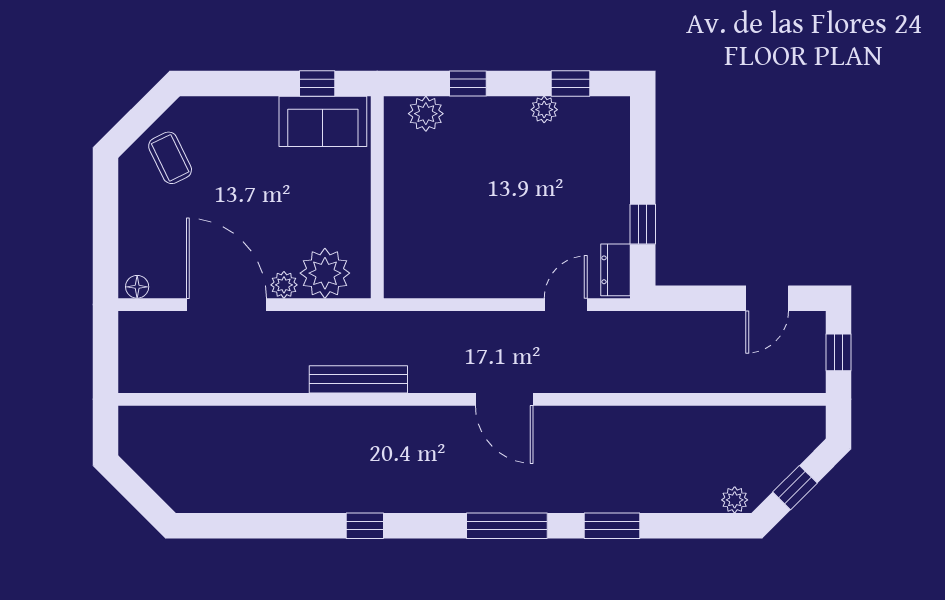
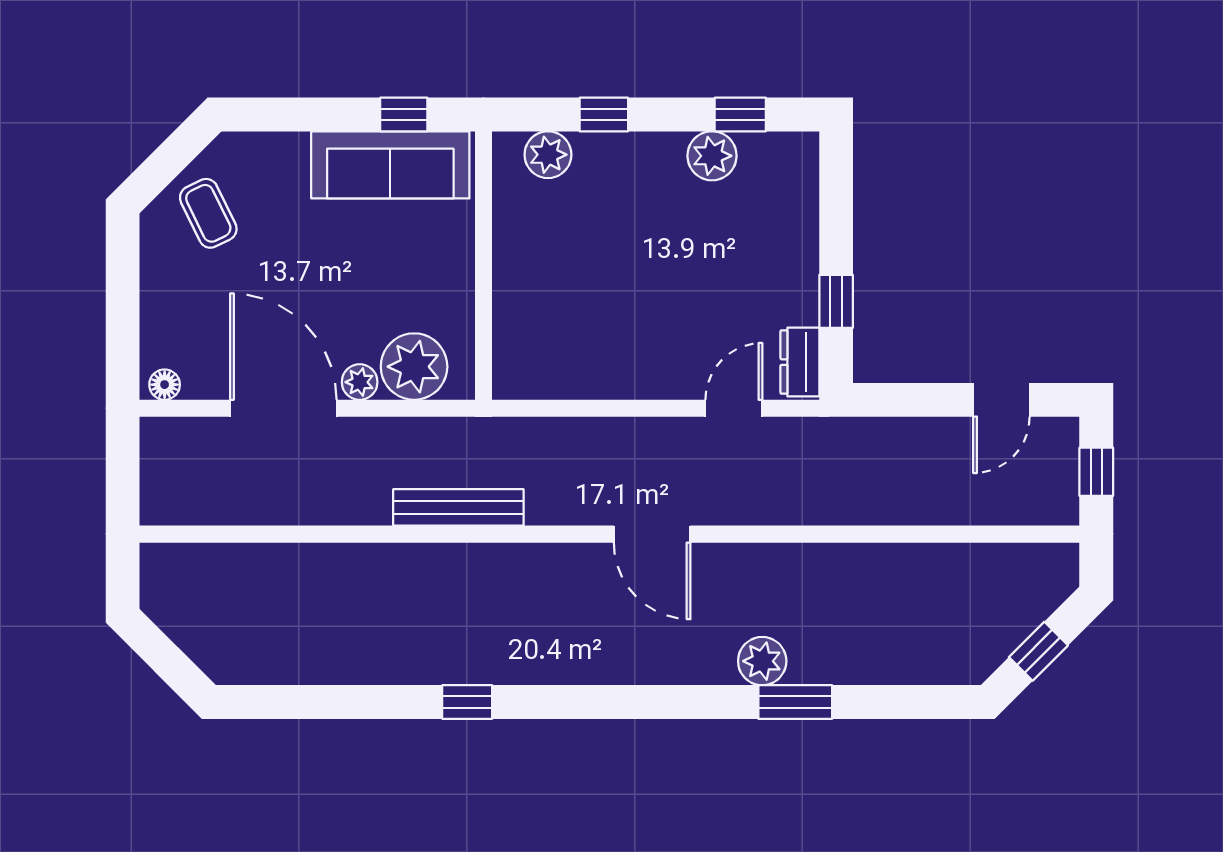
plant: (544, 110) -> (712, 156), width x1.38, depth x1.38
sofa: (323, 121) -> (390, 165), width x1.36
plant: (735, 500) -> (762, 661), moved, width x1.38, depth x1.38
window: (507, 526) -> (656, 702), removed

